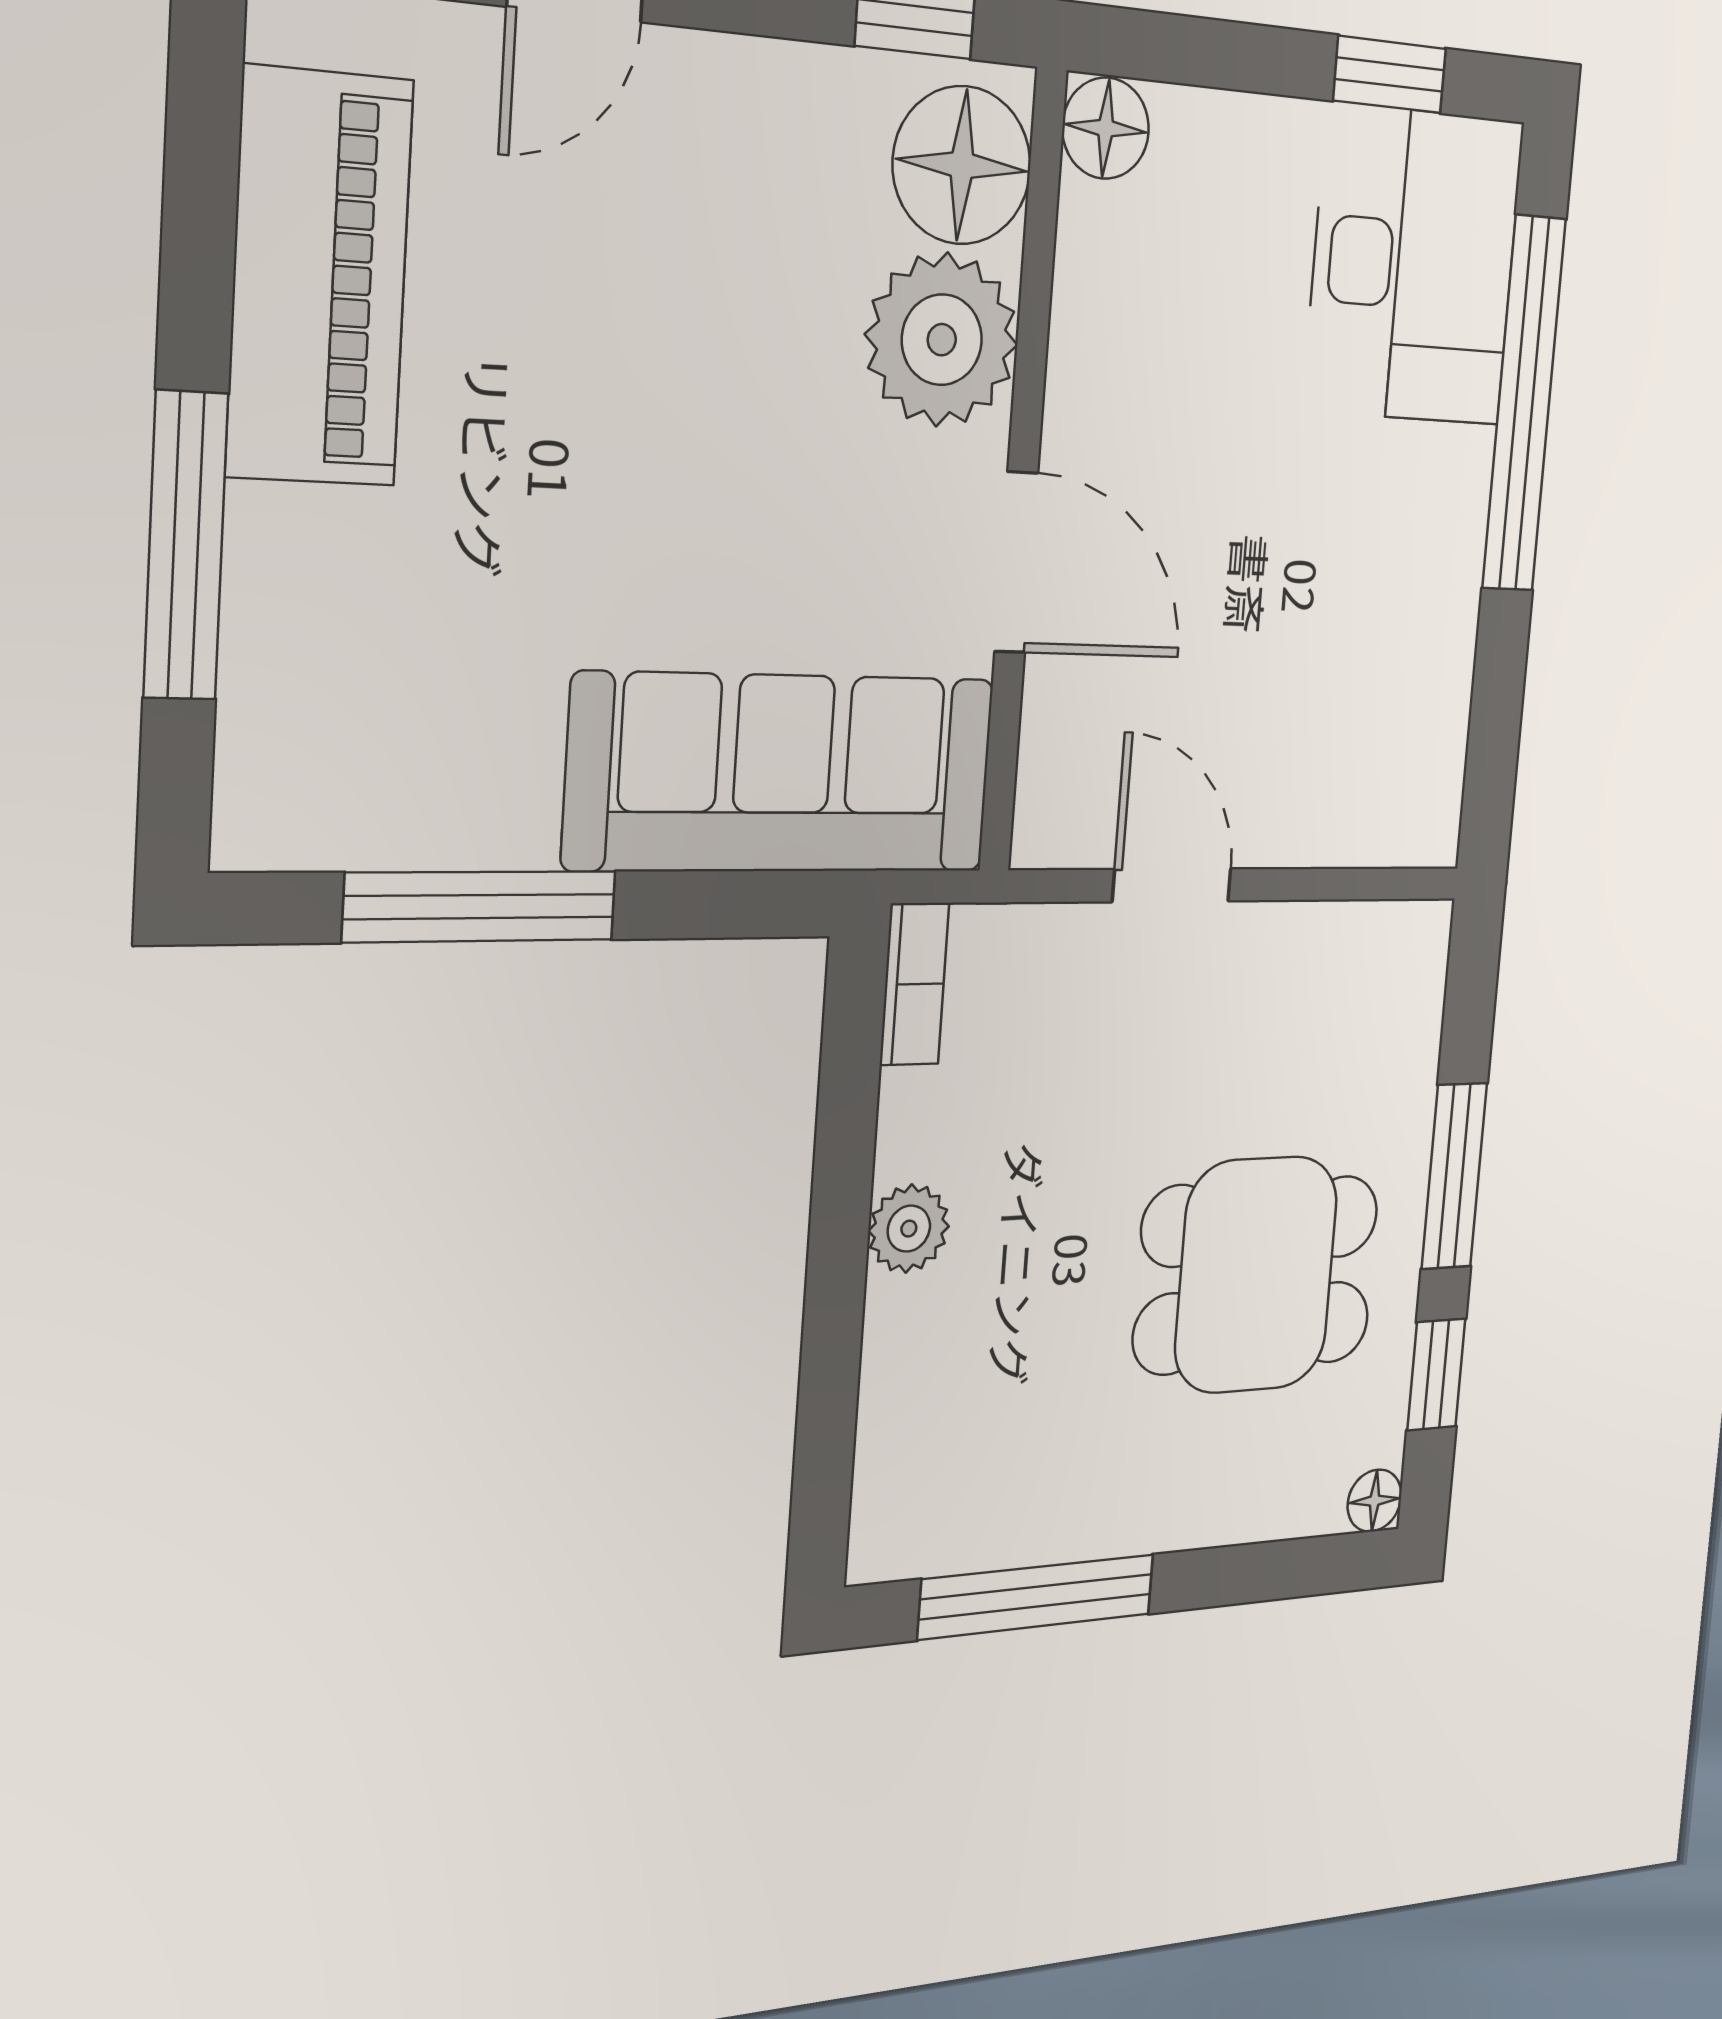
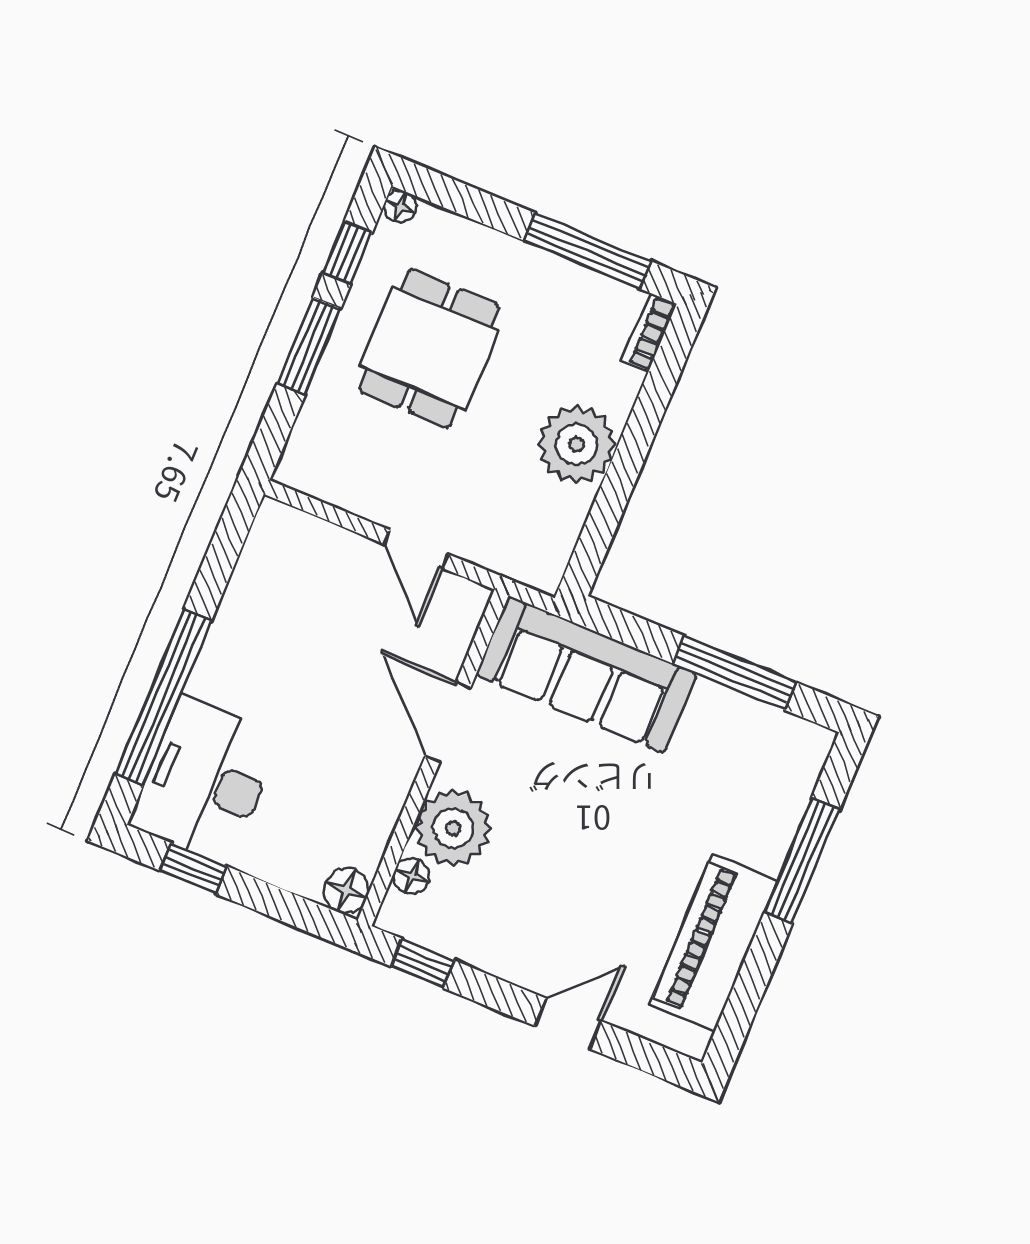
floor lamp: (962, 165) -> (412, 876), width x0.53, depth x0.53
bookcase: (914, 984) -> (649, 332), moved
plant: (909, 1229) -> (577, 444), width x1.87, depth x1.87
dining table: (1256, 1275) -> (429, 348), turned 90

